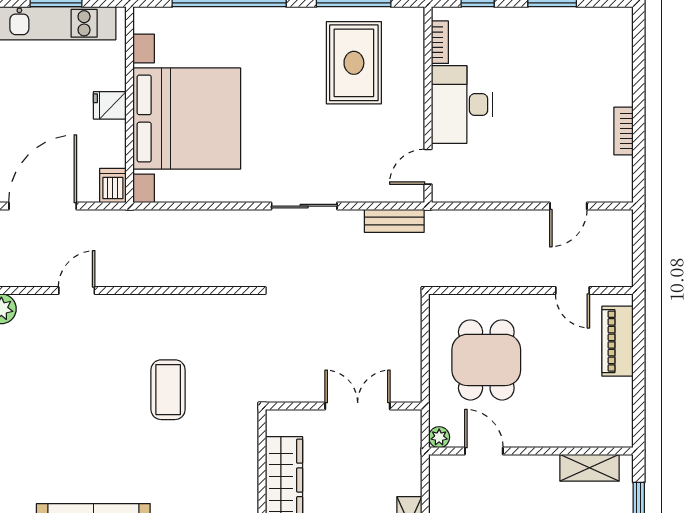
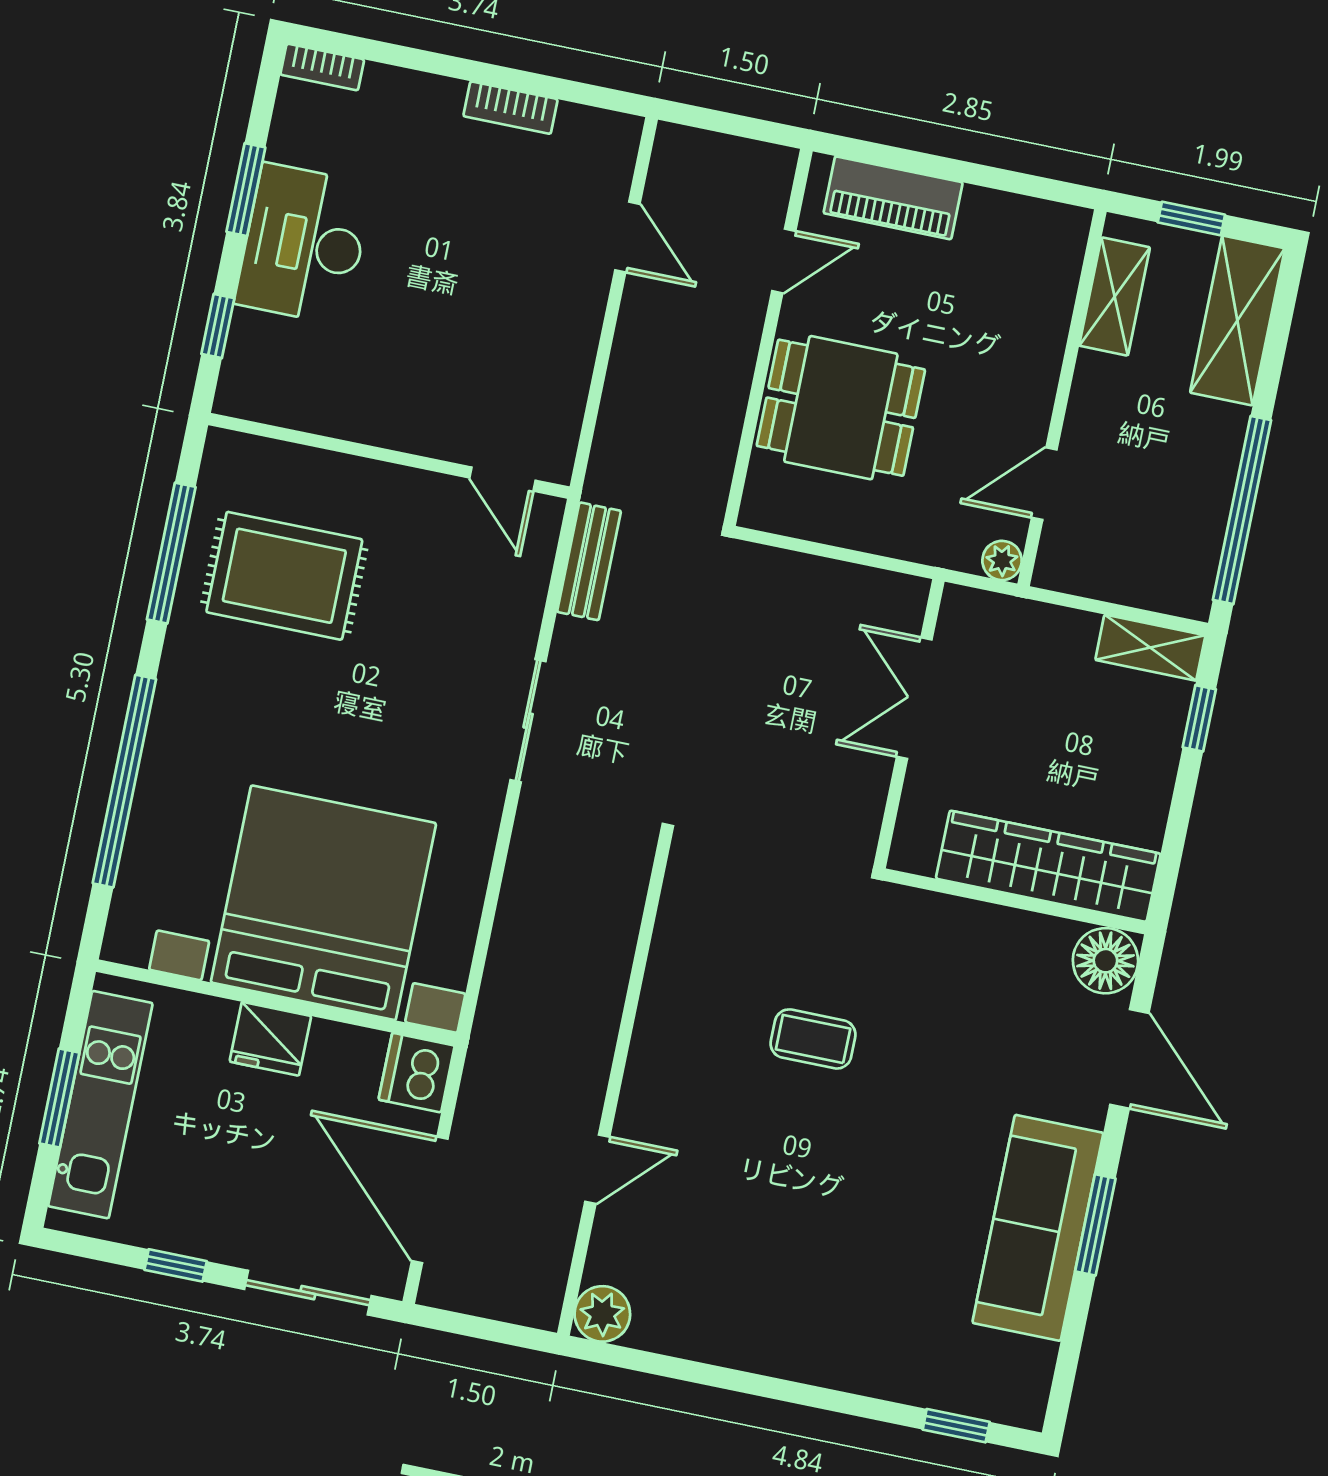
bookcase: (440, 42) -> (322, 67), moved, turned 180
fridge: (110, 105) -> (270, 1039), width x1.38
desk: (462, 105) -> (304, 244), moved, turned 90
dishwasher: (113, 186) -> (417, 1073), width x1.38
door: (77, 291) -> (597, 1169), swing flipped
dining table: (486, 360) -> (841, 408), moved
coffee table: (168, 390) -> (813, 1039), width x0.73, depth x0.77

